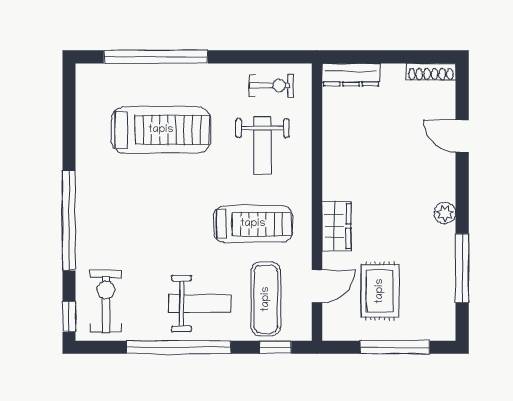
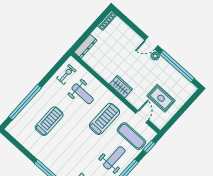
treadmill: (161, 130) -> (49, 121), width x0.73, depth x0.73
door: (462, 136) -> (151, 43), moved
wardrobe: (336, 226) -> (121, 87), moved
window: (462, 268) -> (177, 66), width x1.46
window: (395, 347) -> (183, 109), removed

